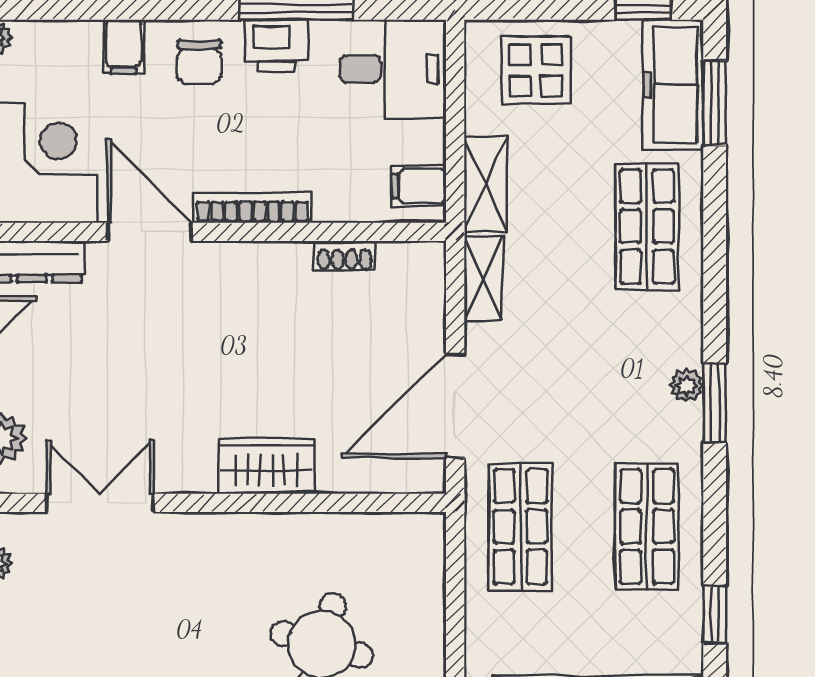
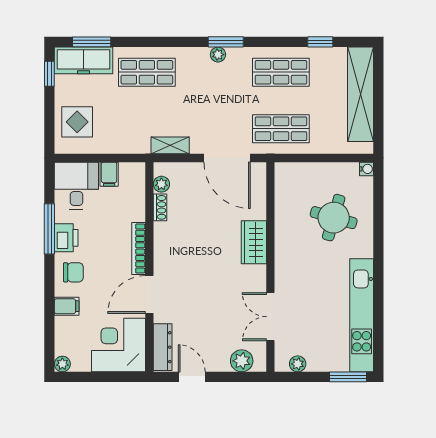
shelving: (486, 184) -> (128, 144), removed
filing cabinet: (419, 186) -> (109, 174), moved
plant: (396, 259) -> (161, 184), added

